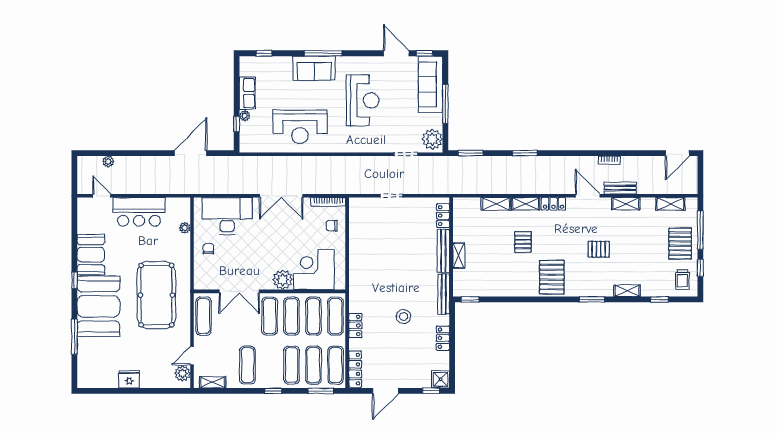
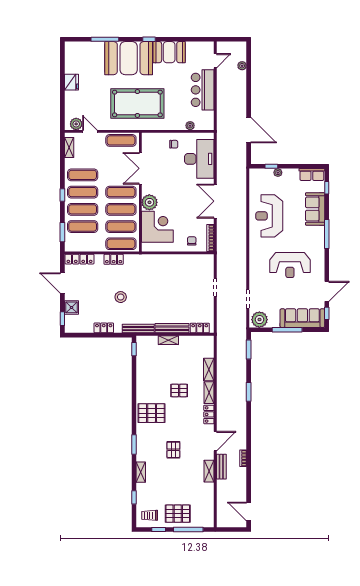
sofa: (314, 68) -> (315, 209), moved
row of seats: (247, 93) -> (312, 175), moved
shelving: (671, 204) -> (209, 506), removed
exercise mat: (336, 365) -> (83, 192), moved
shower: (441, 379) -> (72, 307), moved

